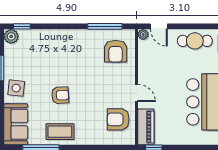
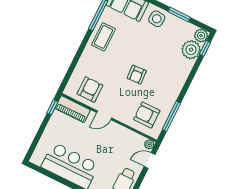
plant: (30, 39) -> (191, 50), added
armchair: (60, 95) -> (137, 75), moved

